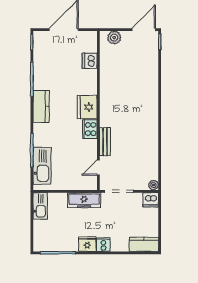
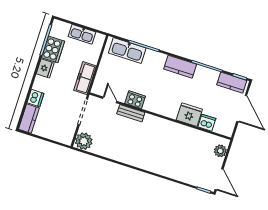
kitchen counter: (40, 48) -> (232, 83), added
fridge: (87, 107) -> (189, 115), moved
cooker: (90, 129) -> (135, 100), moved
plant: (153, 185) -> (84, 141), width x1.87, depth x1.87
dishwasher: (151, 200) -> (35, 98), moved, turned 180
kitchen sink: (40, 206) -> (82, 34), moved
cooker: (103, 245) -> (53, 49), moved, width x1.87, depth x1.31

